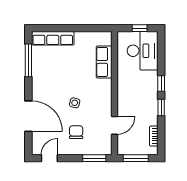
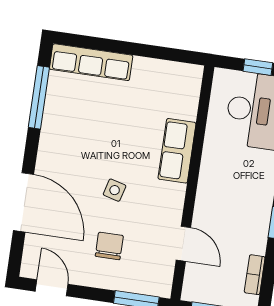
row of seats: (104, 62) -> (177, 151), moved
door: (114, 125) -> (183, 244), hinge flipped
door: (49, 158) -> (52, 288), hinge flipped

